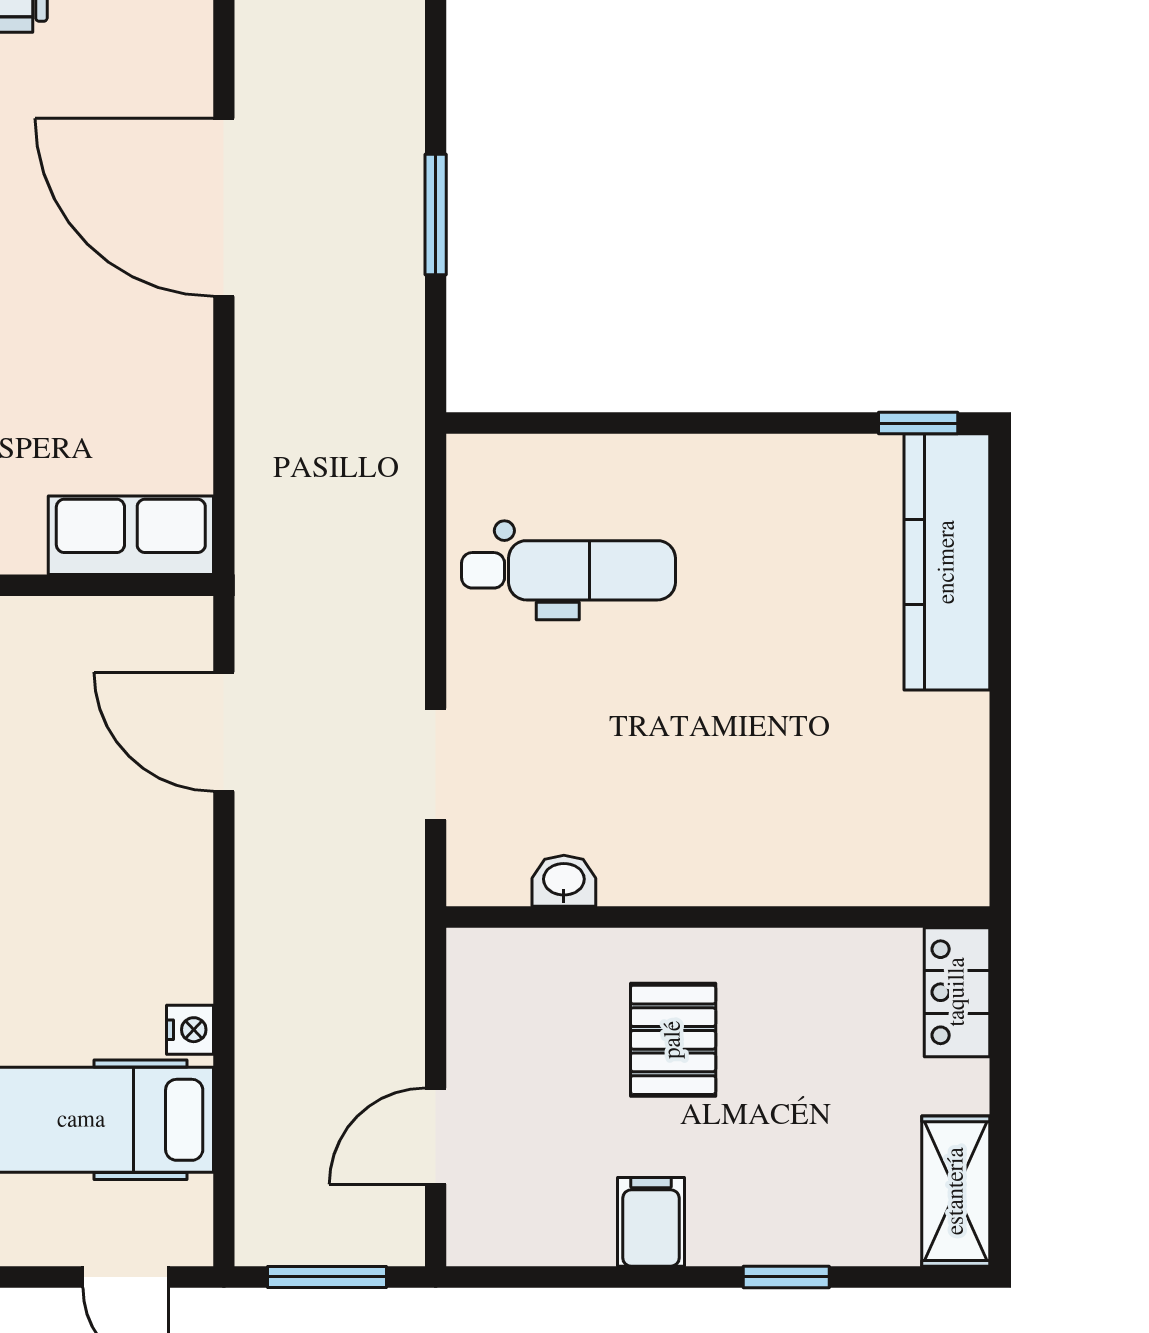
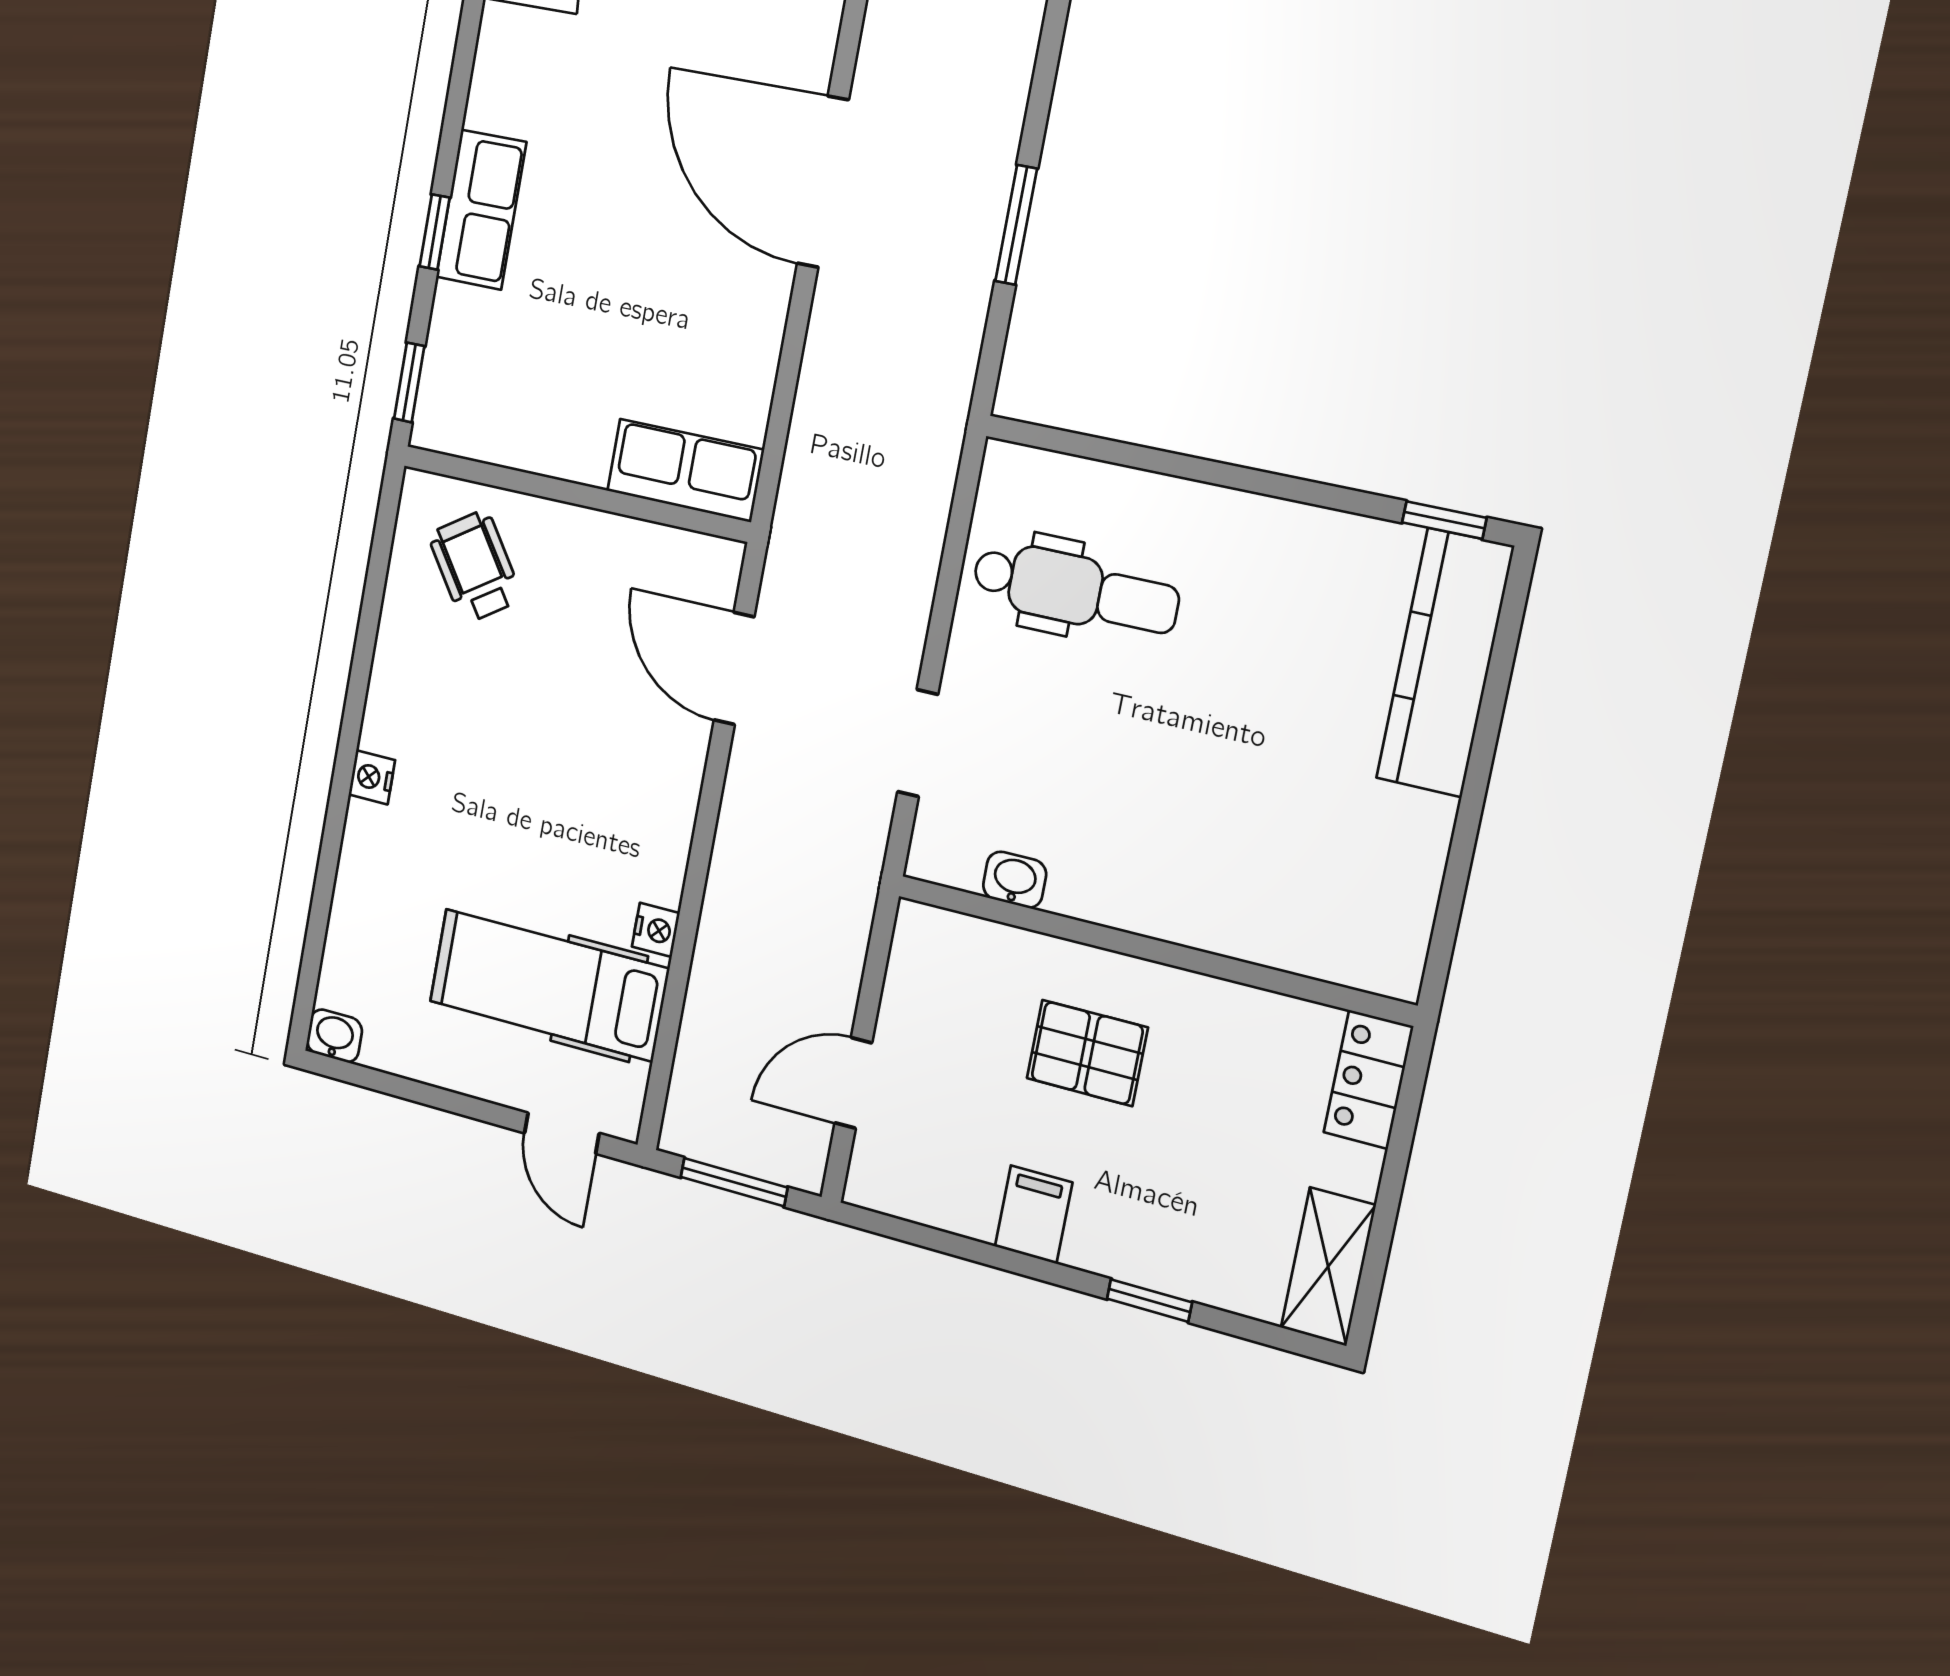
pallet: (673, 1040) -> (1087, 1053), turned 90

